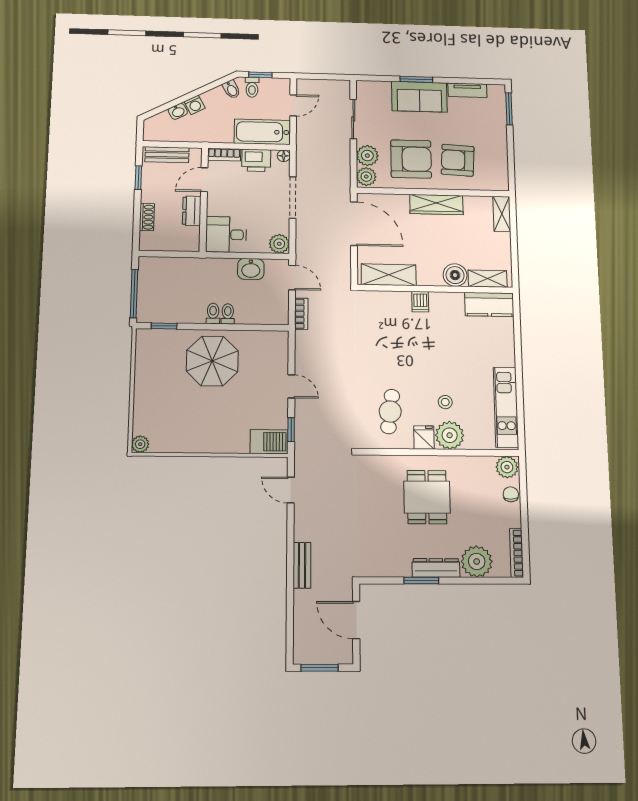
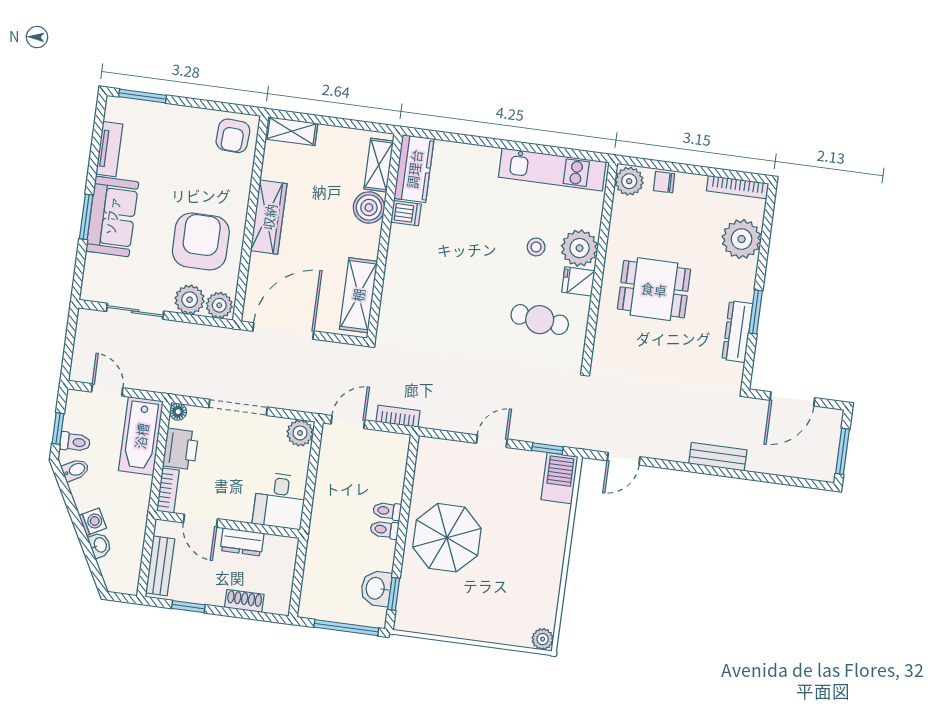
armchair: (458, 160) -> (233, 136), moved, width x0.72, depth x0.72
washbasin: (251, 269) -> (376, 588), moved, turned 180
dishwasher: (420, 302) -> (406, 213), moved
dresser: (436, 568) -> (737, 332), moved

